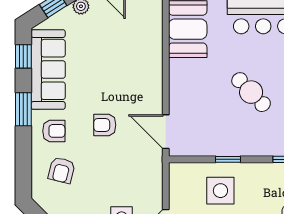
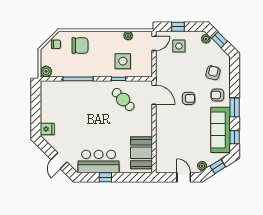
cafe table: (251, 92) -> (123, 100), moved

